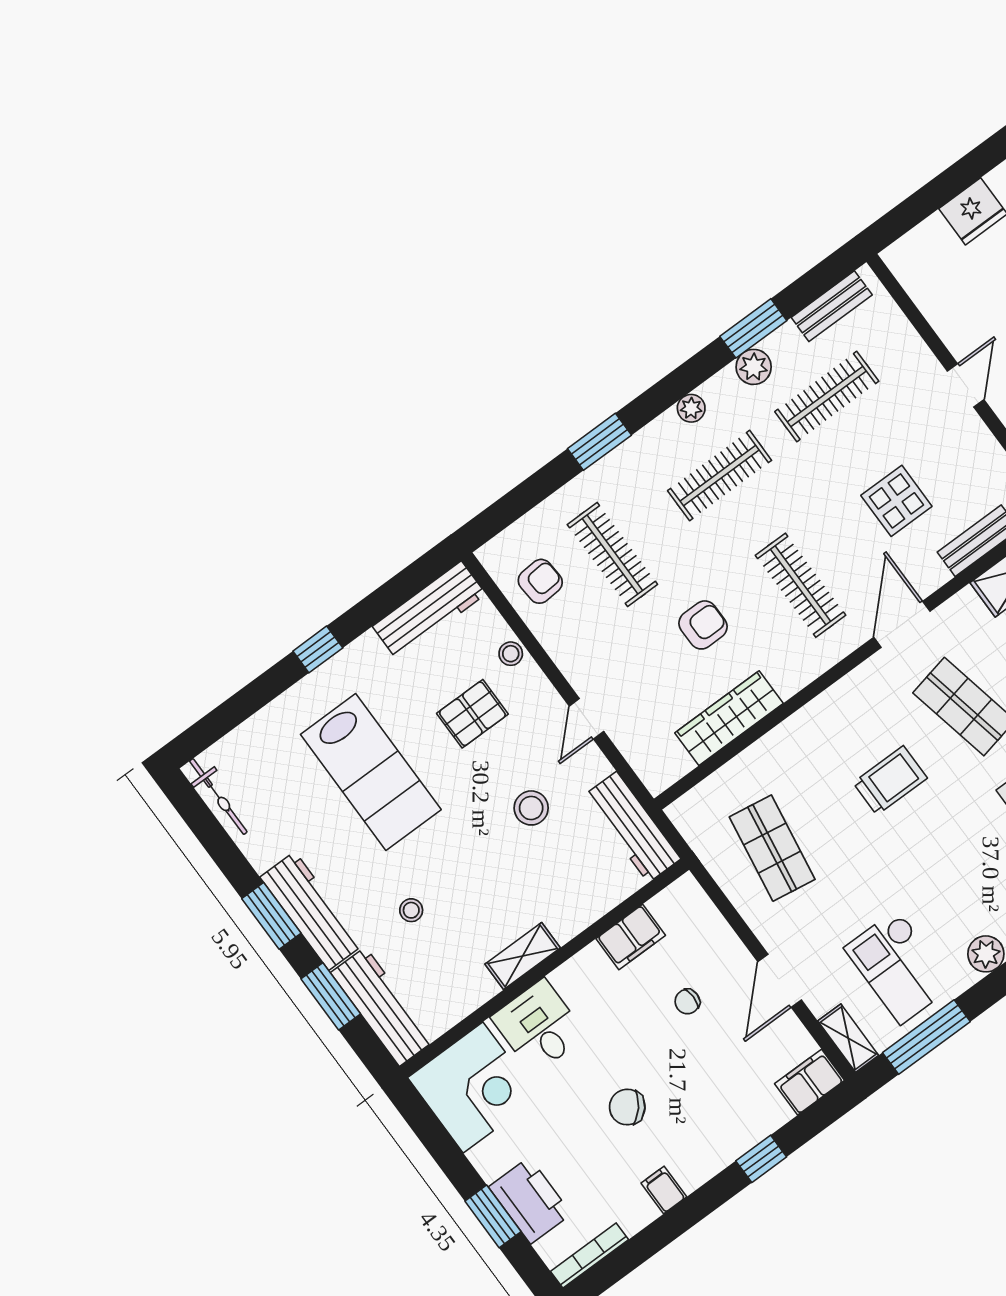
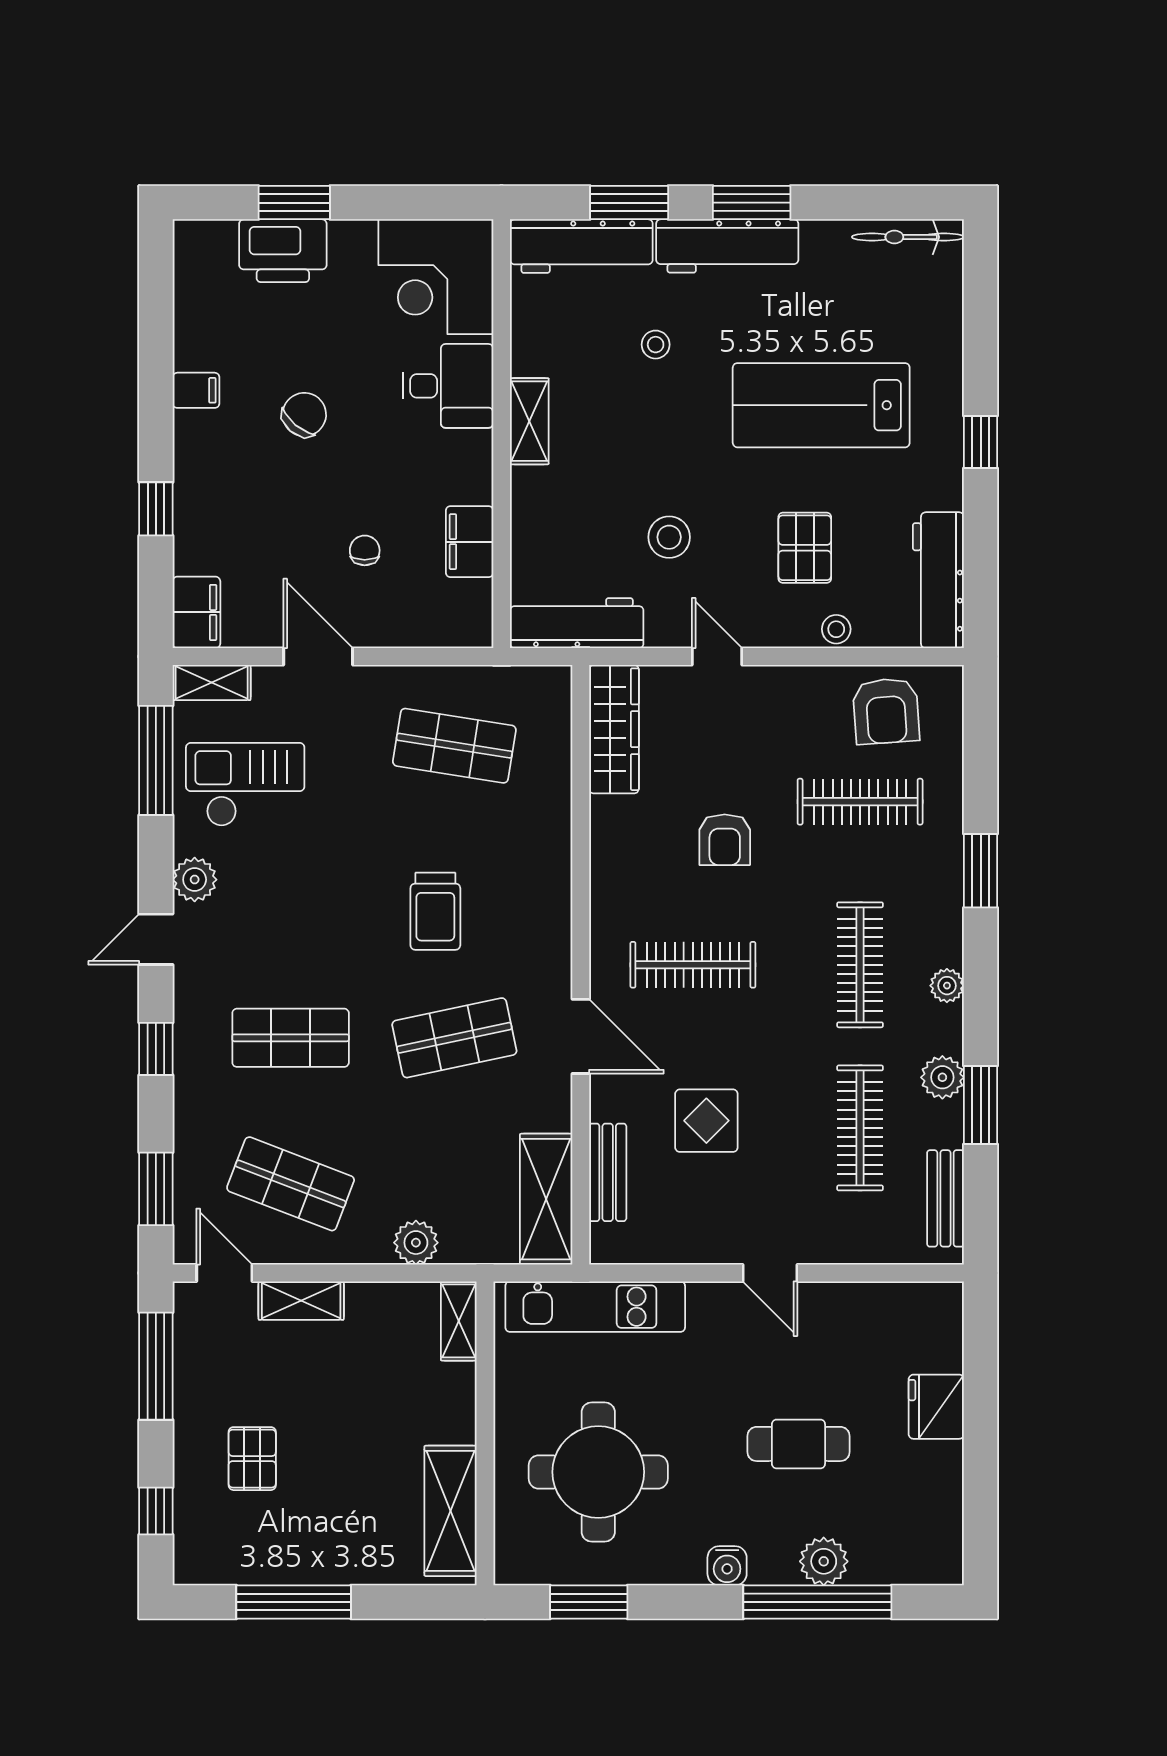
armchair: (540, 581) -> (886, 711), width x1.38, depth x1.38
wardrobe: (729, 718) -> (614, 729), moved
bookcase: (589, 1256) -> (185, 269), removed

